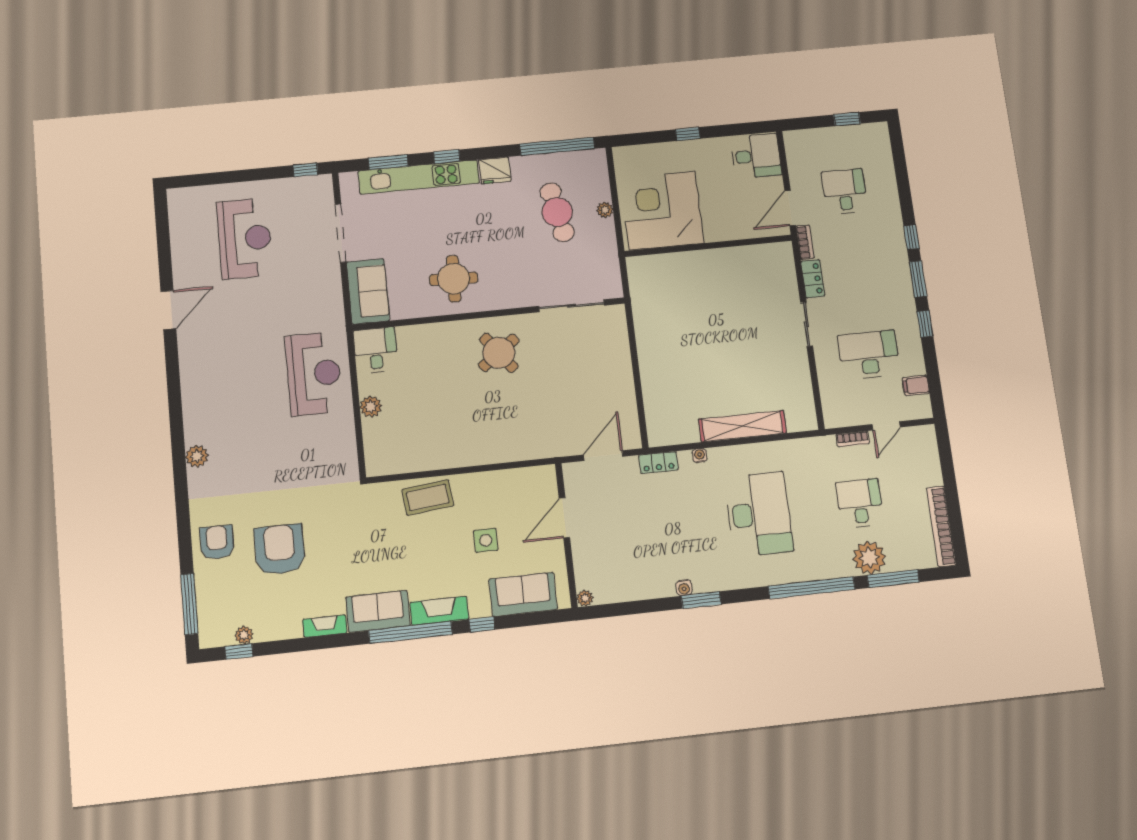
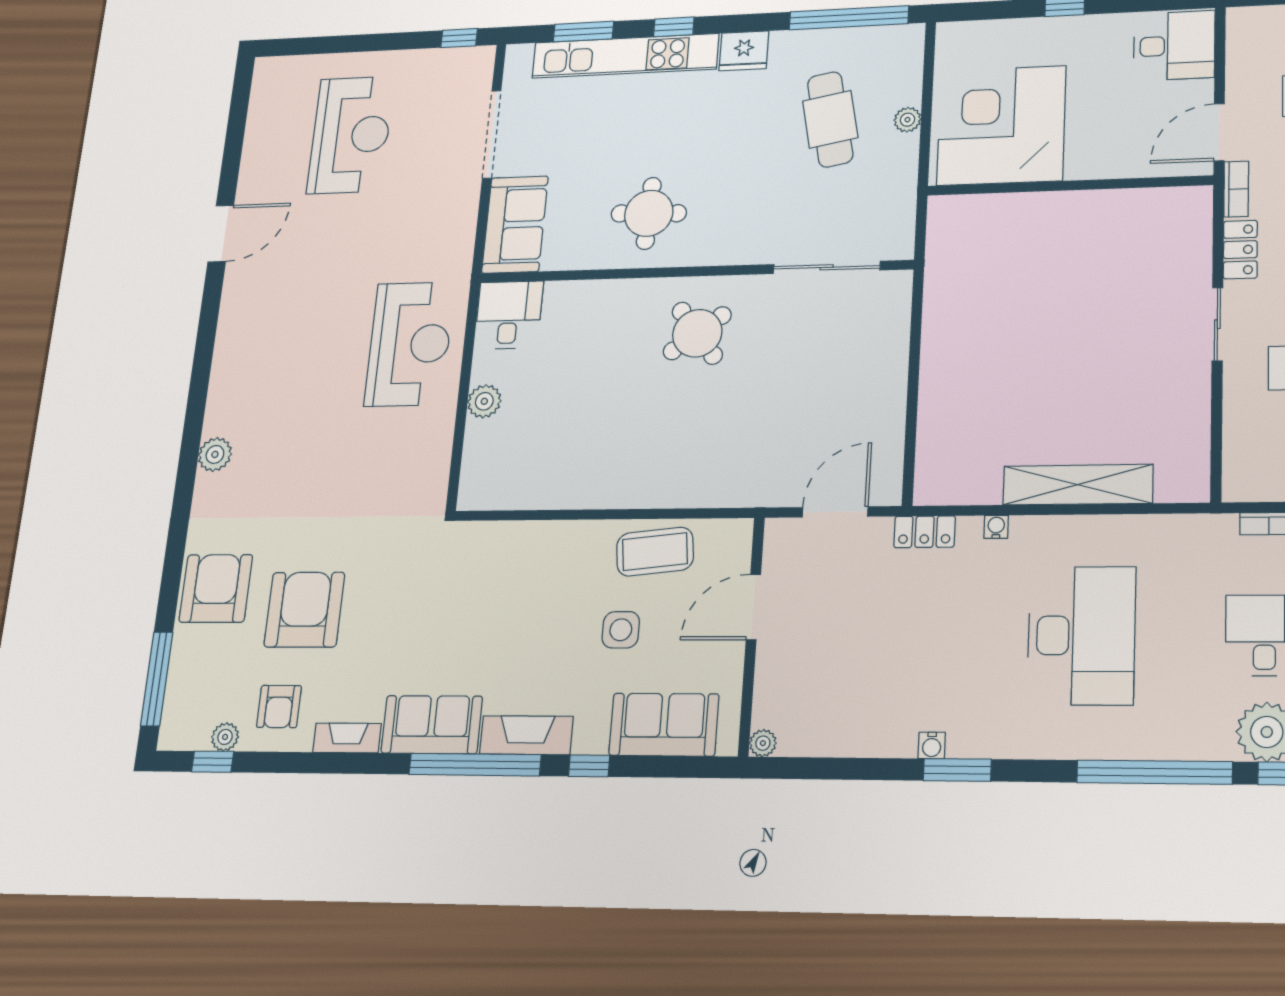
coffee table: (428, 497) -> (655, 552), moved
armchair: (217, 542) -> (216, 588), width x1.36, depth x1.36
armchair: (276, 612) -> (279, 706), added

